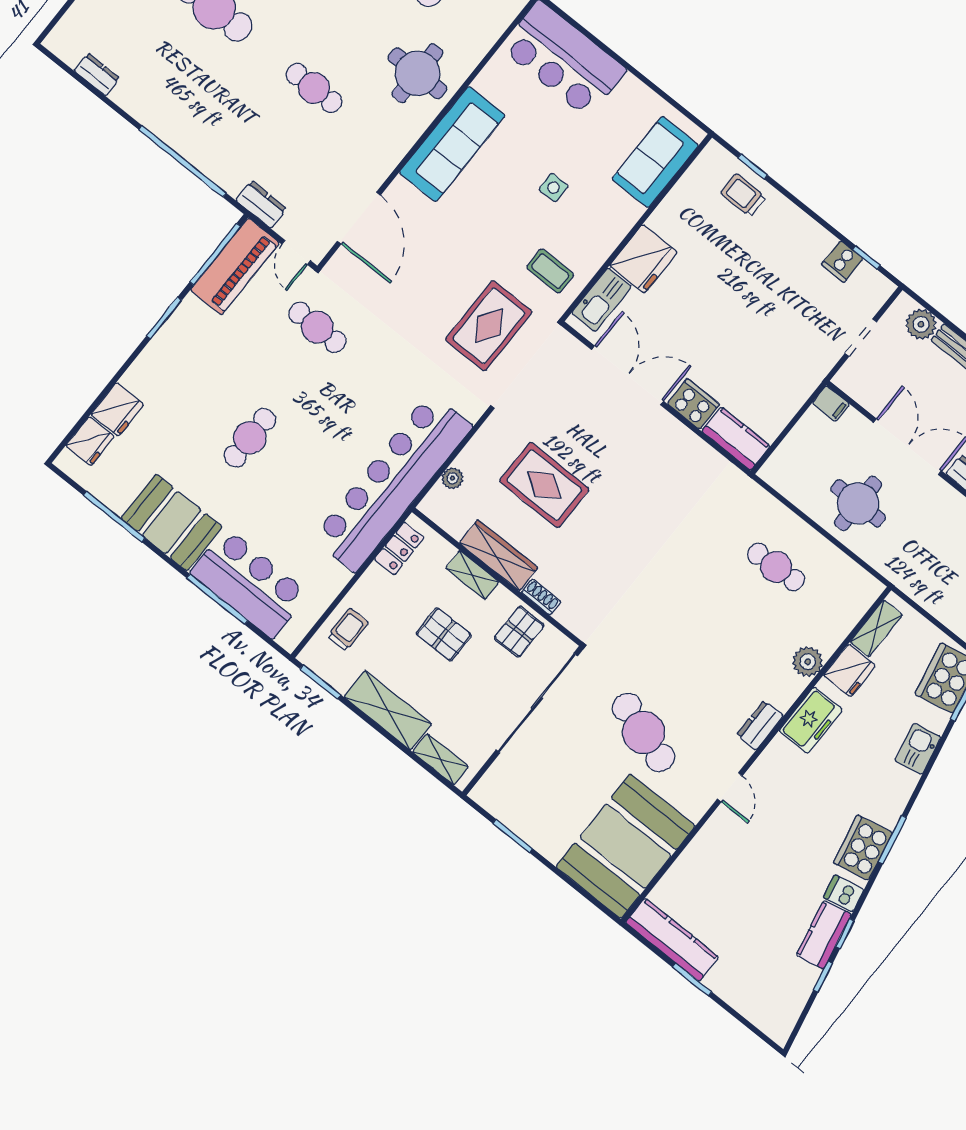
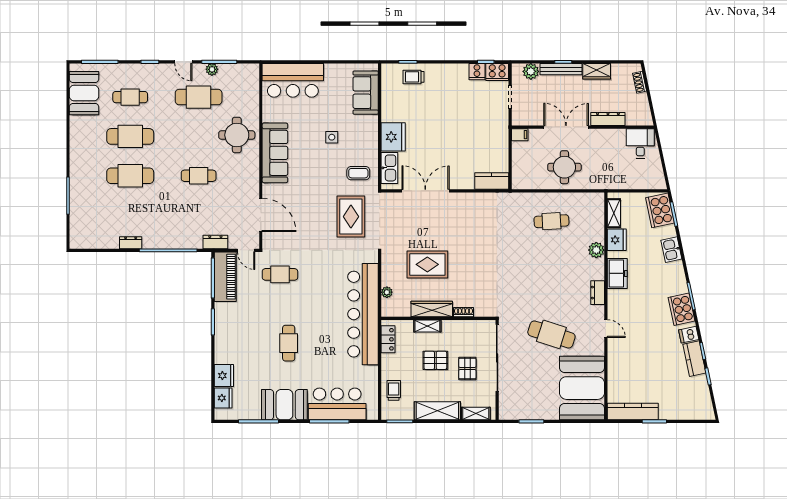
dresser: (97, 74) -> (131, 243), moved
cooker: (693, 404) -> (497, 72), moved, turned 180
pallet: (519, 632) -> (467, 369), moved

